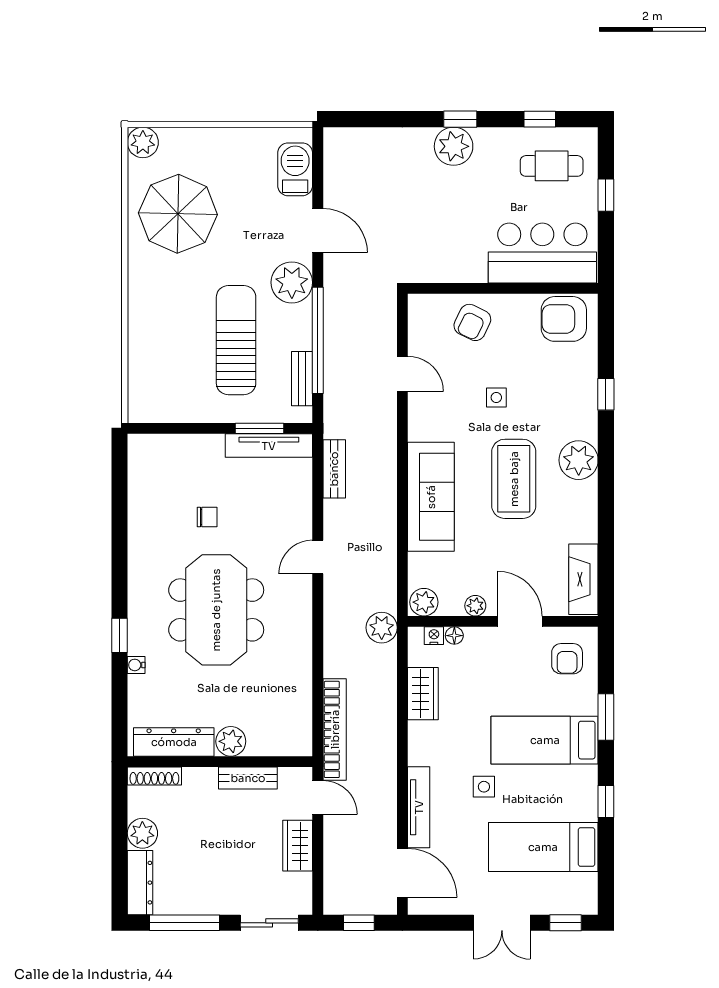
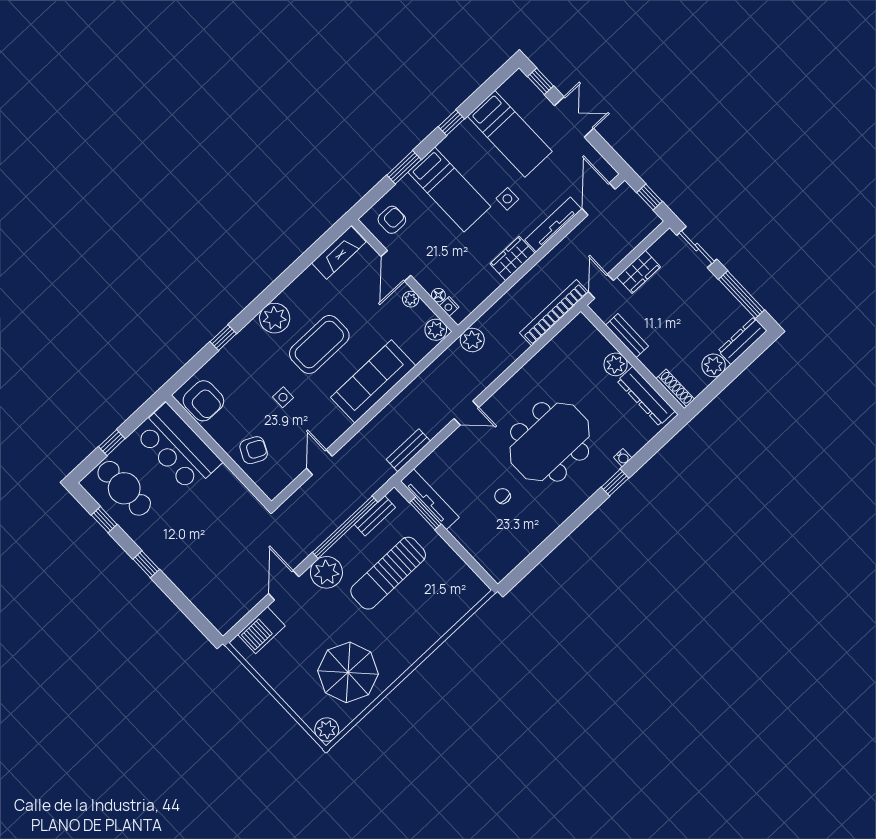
plant: (454, 146) -> (165, 554), removed
cafe table: (552, 166) -> (124, 488), width x1.37, depth x1.35
wardrobe: (423, 694) -> (512, 259), moved

